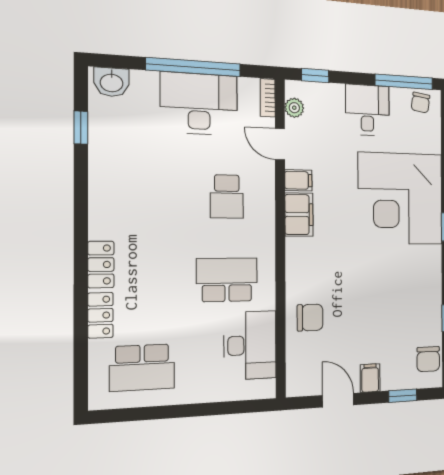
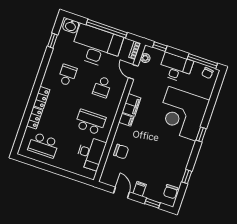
desk: (199, 104) -> (97, 46), width x1.36, depth x1.30
desk: (367, 110) -> (176, 68), width x1.37
filing cabinet: (298, 180) -> (126, 120), moved
school desk: (142, 195) -> (67, 75), added

